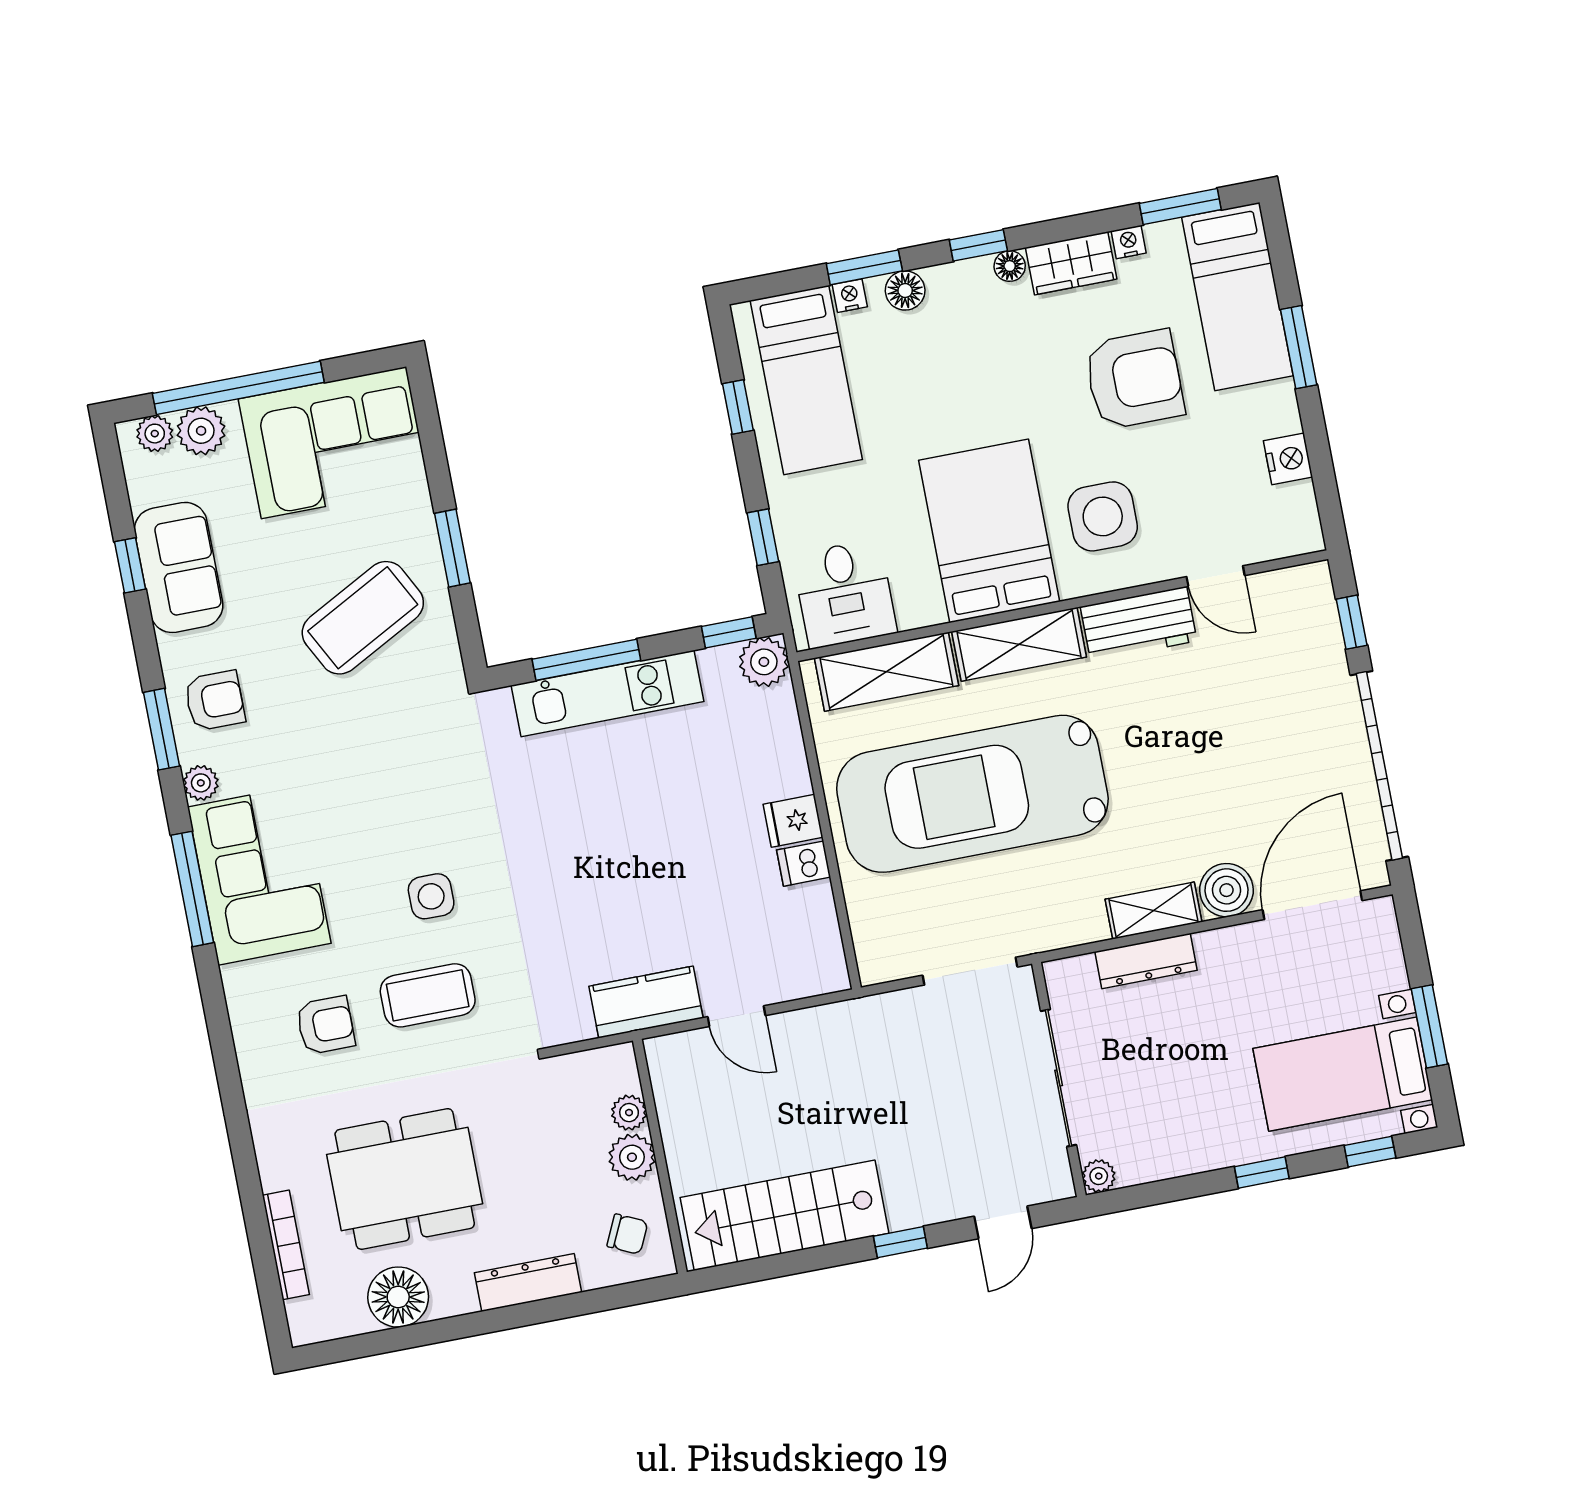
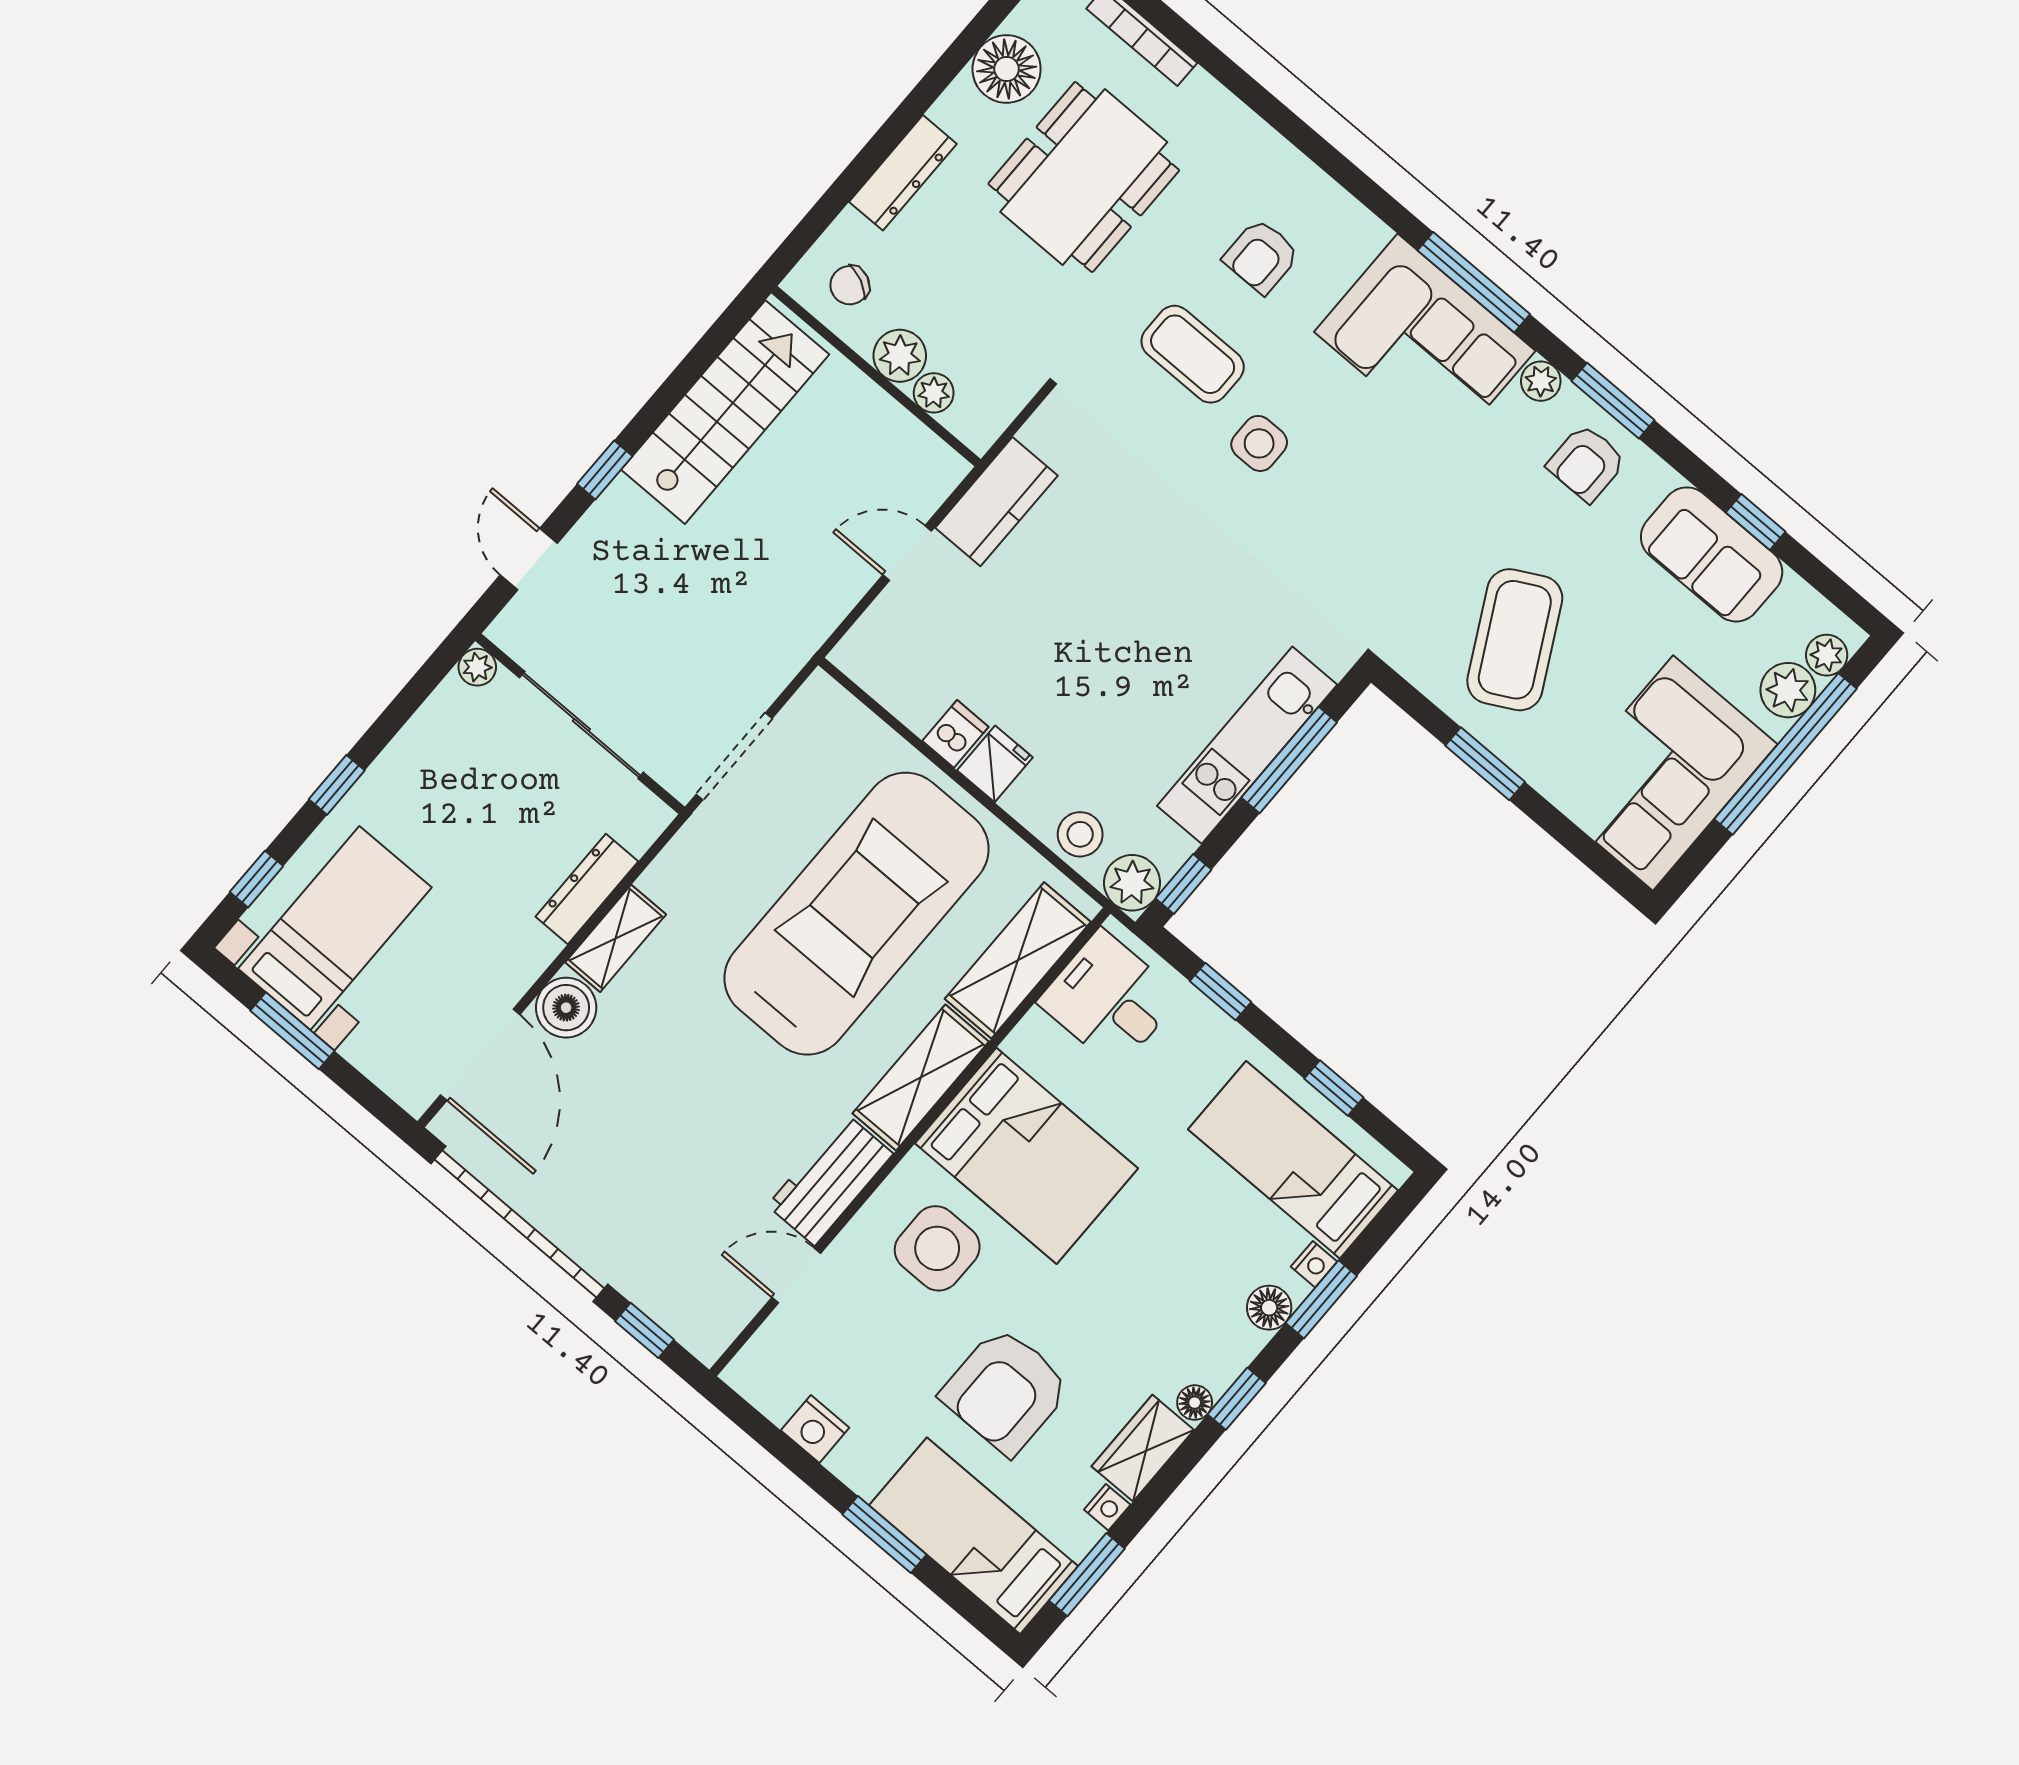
stool: (773, 724) -> (1080, 834), added
coffee table: (428, 995) -> (1193, 354), turned 90

